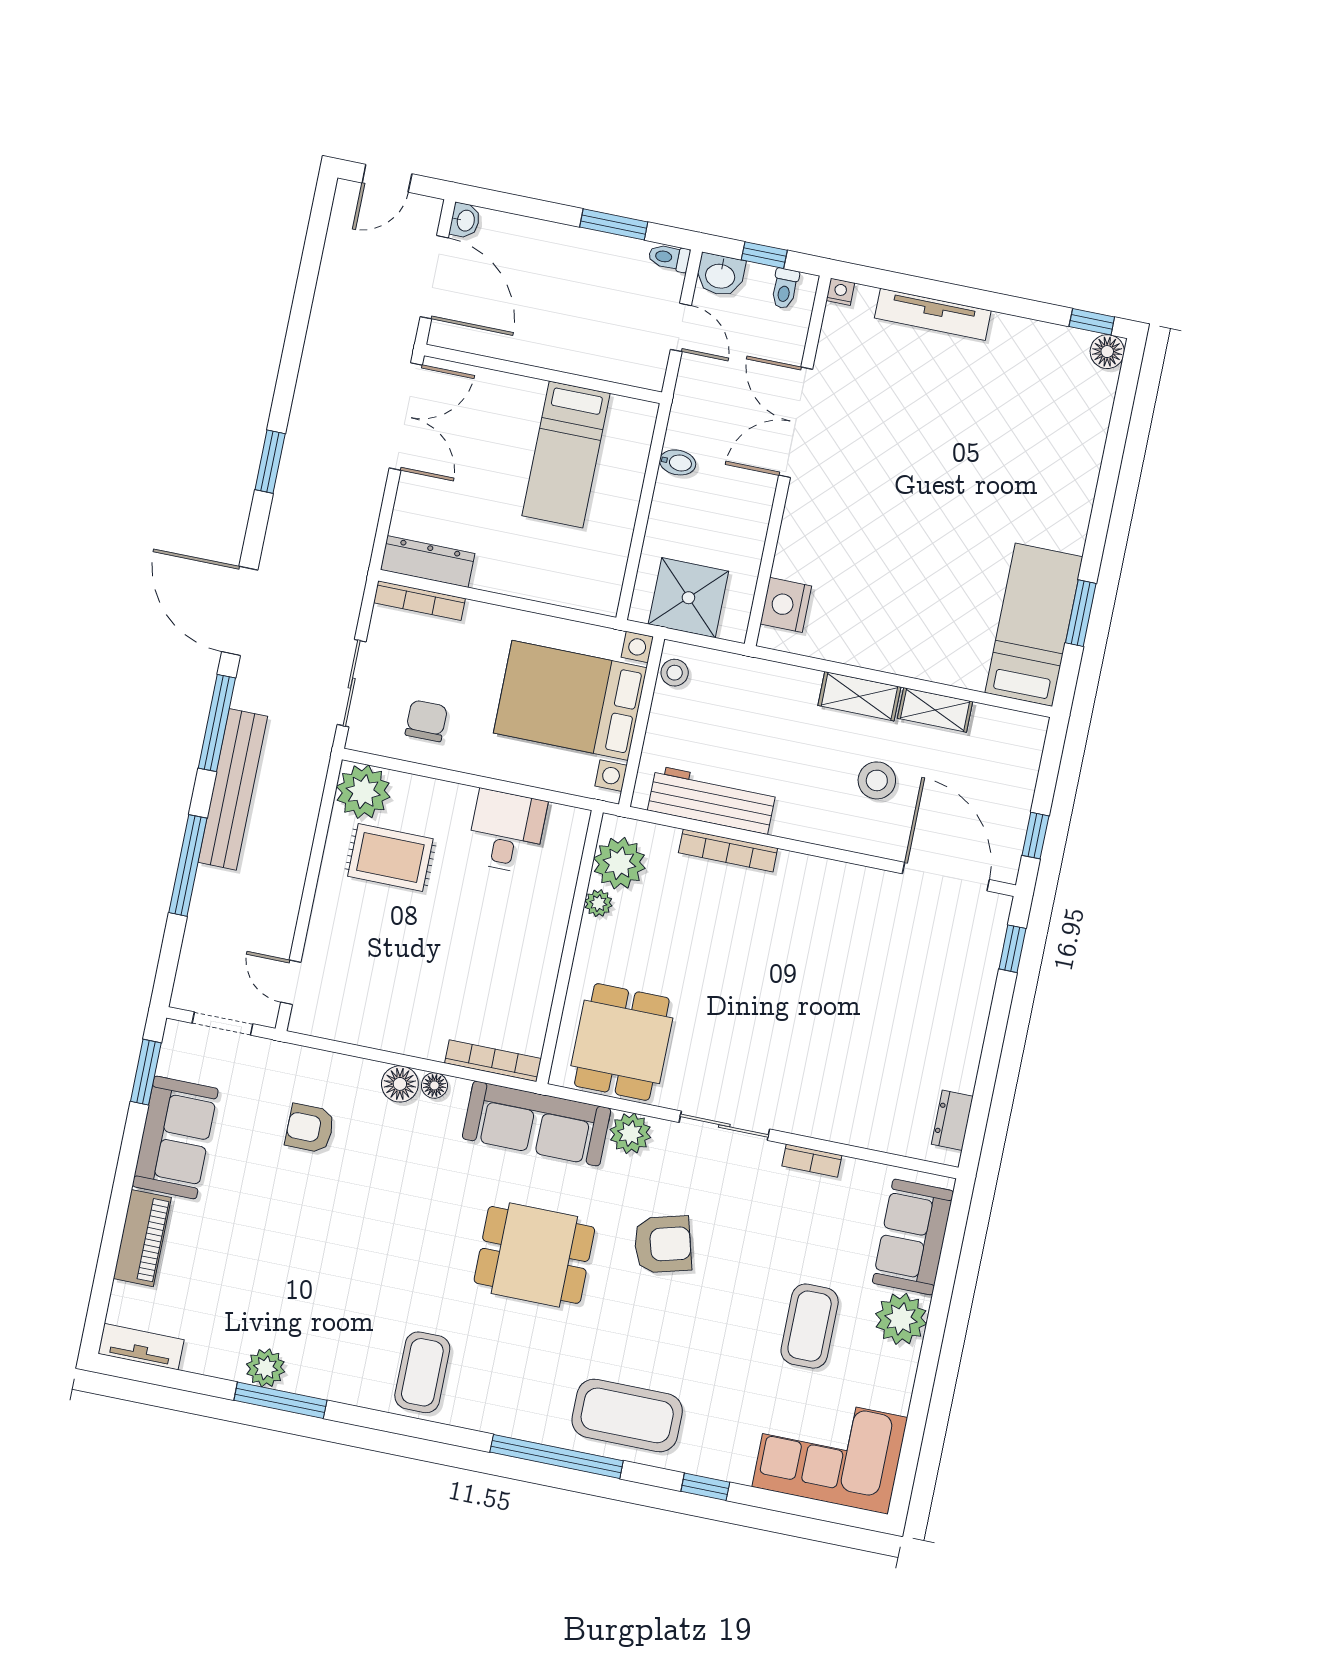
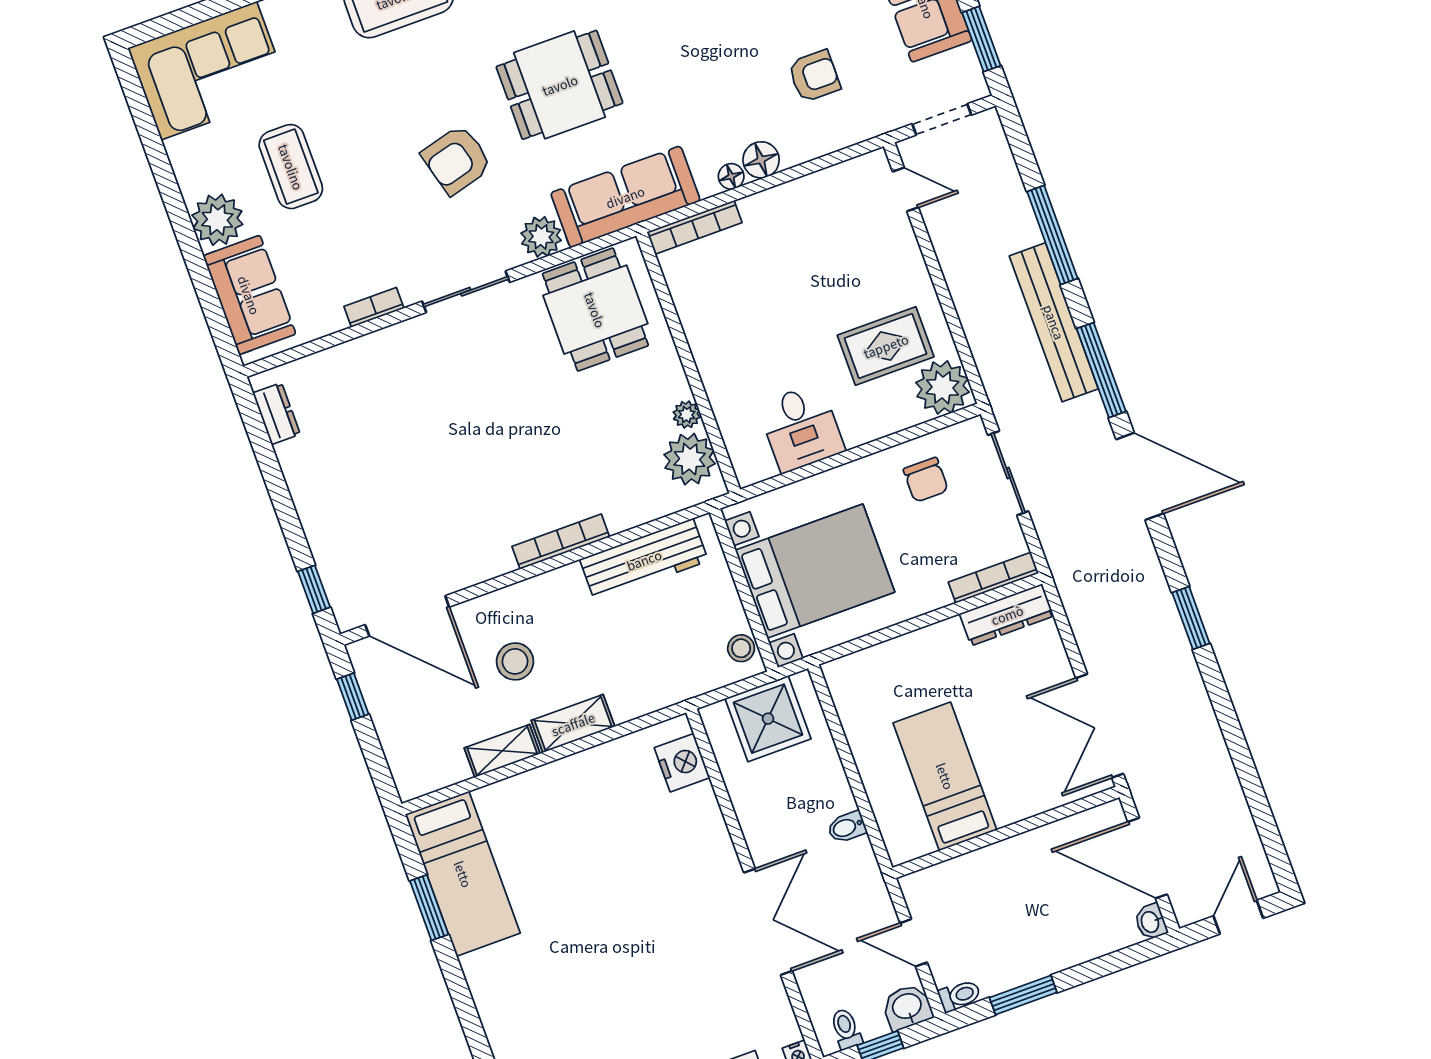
bookcase: (728, 850) -> (561, 542), moved

